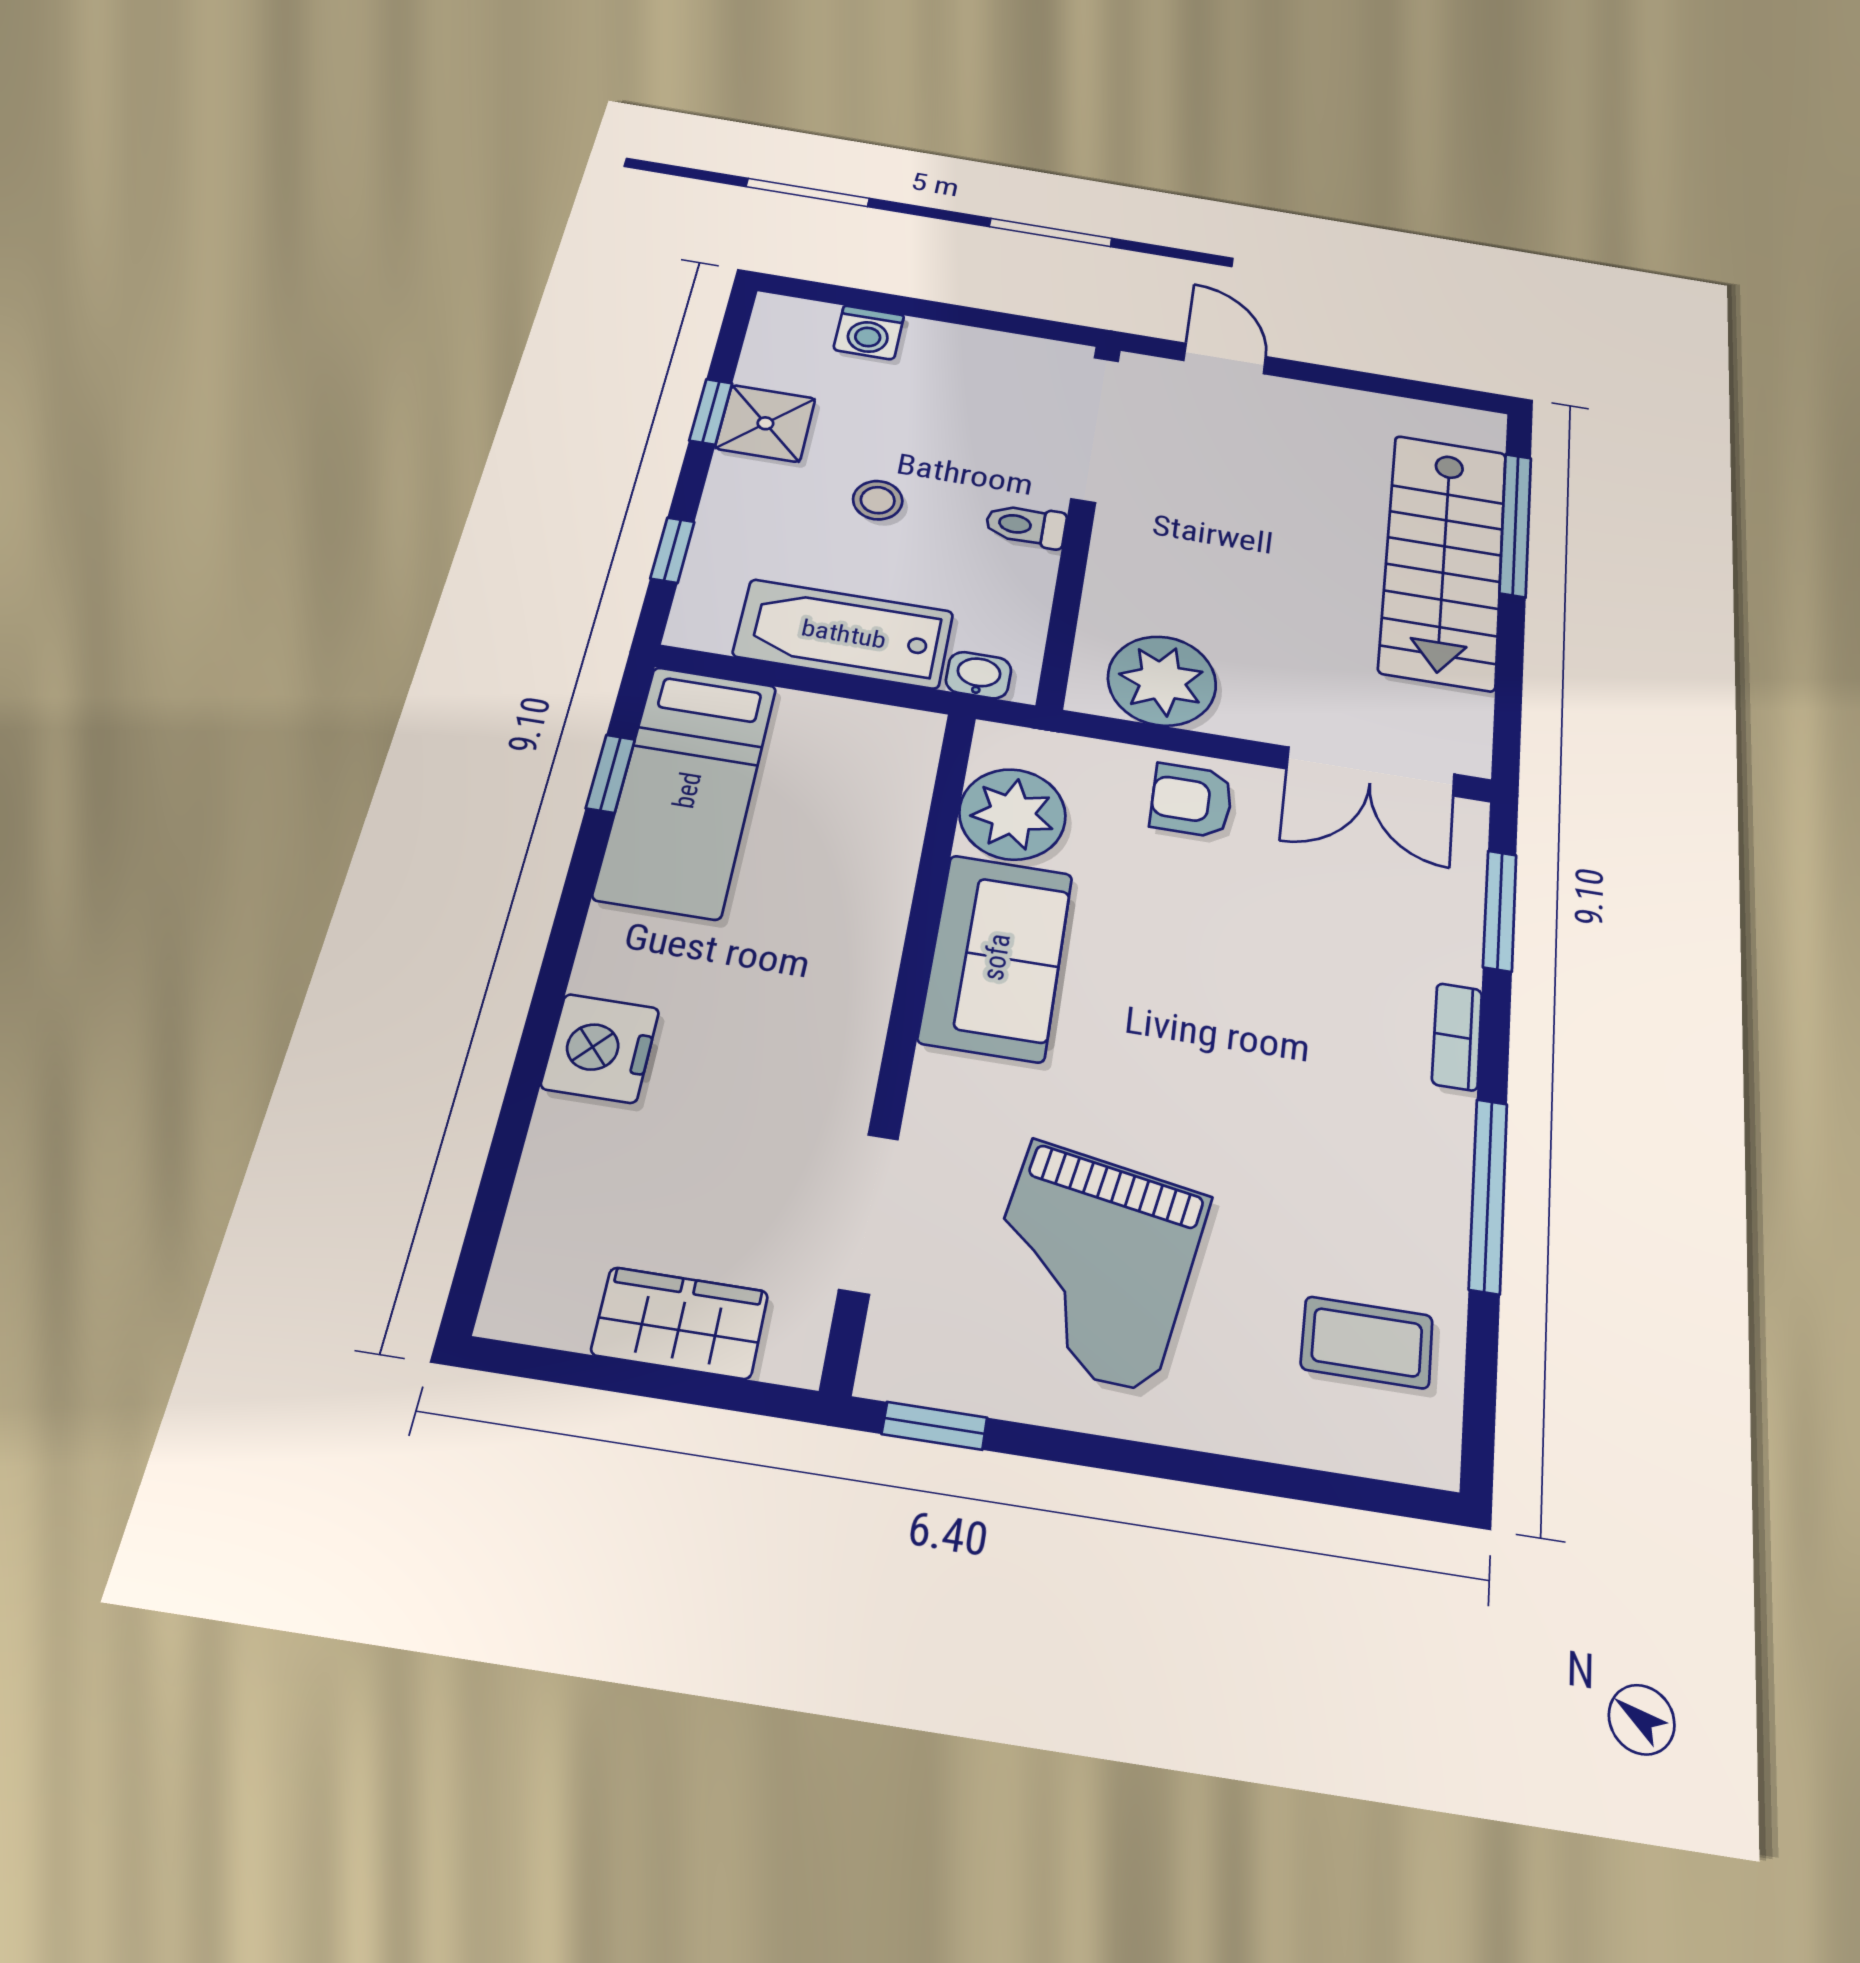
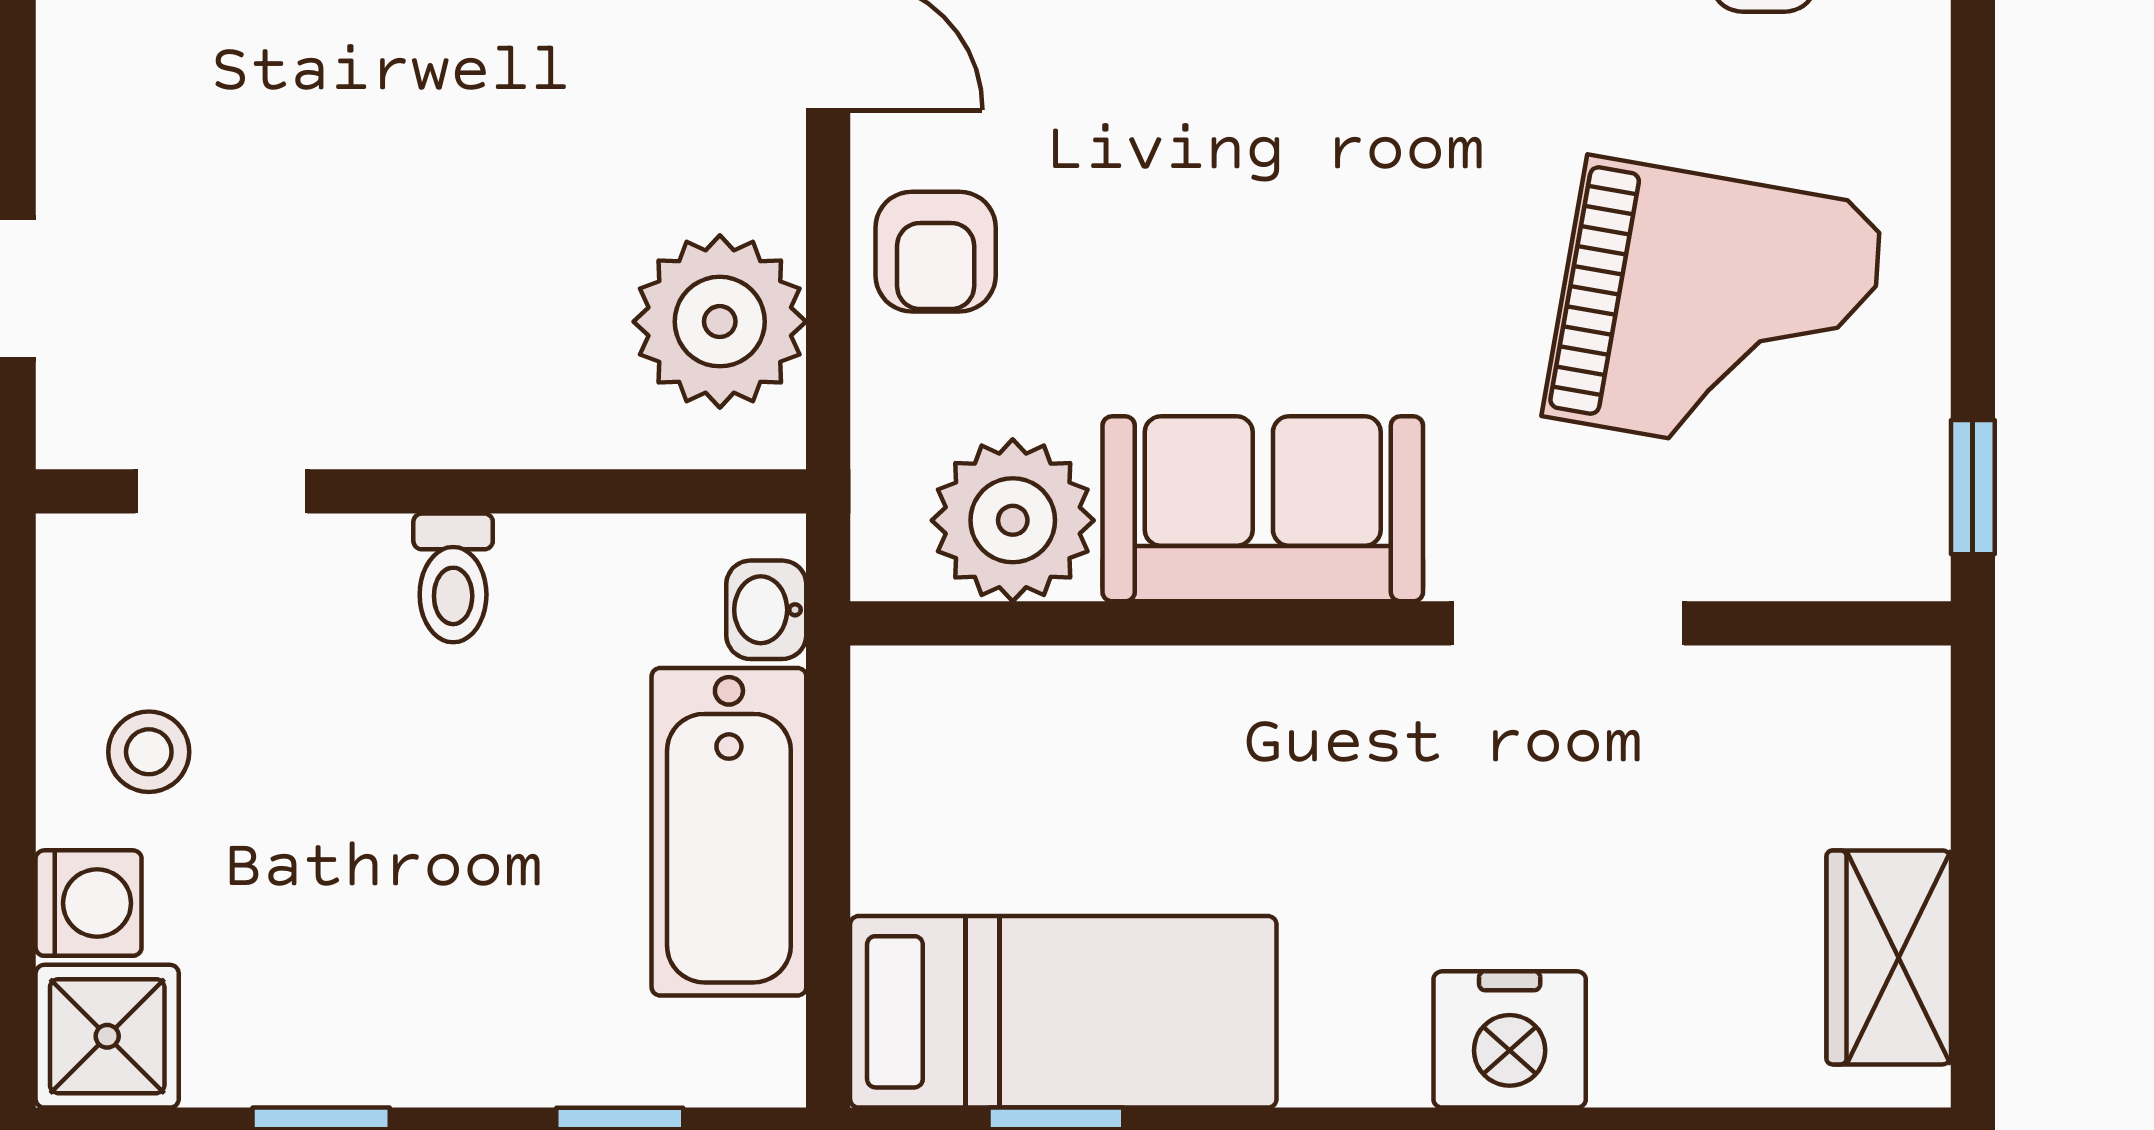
shower: (765, 423) -> (107, 1036), moved
doorway: (1095, 429) -> (221, 491), width x0.53
stool: (878, 500) -> (149, 752), moved
doorway: (869, 1213) -> (1568, 623), moved
wardrobe: (680, 1323) -> (1889, 957), moved

